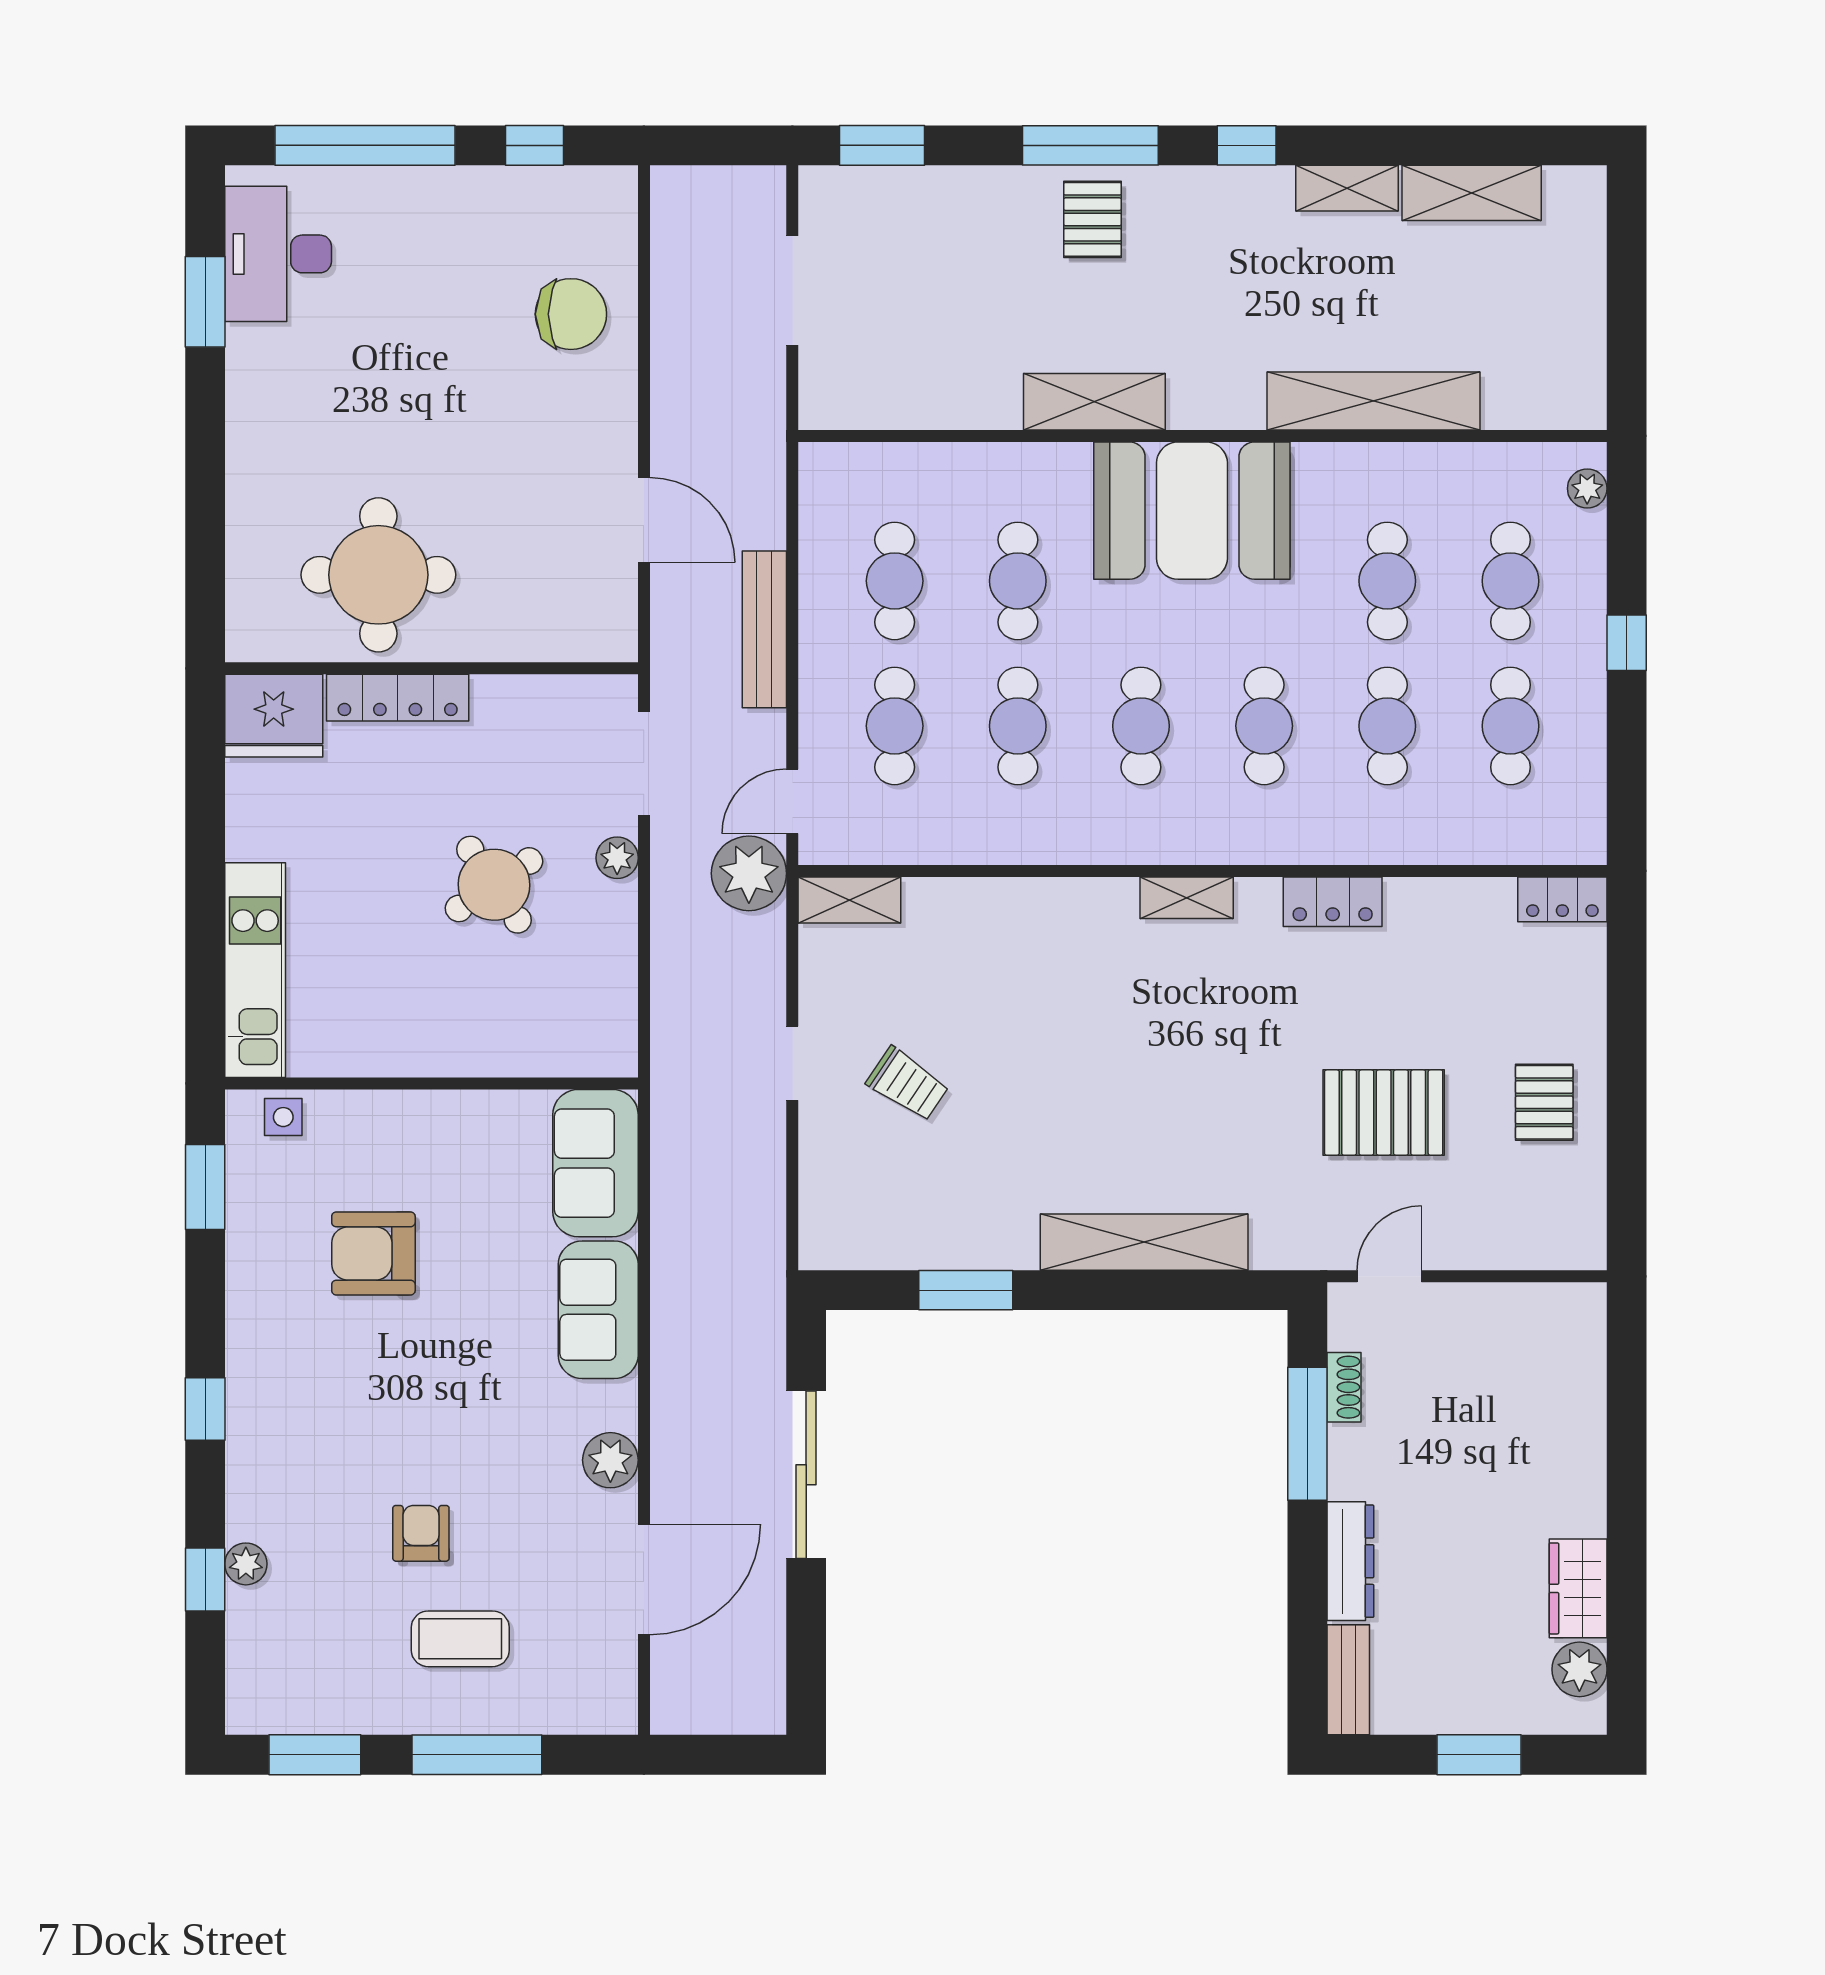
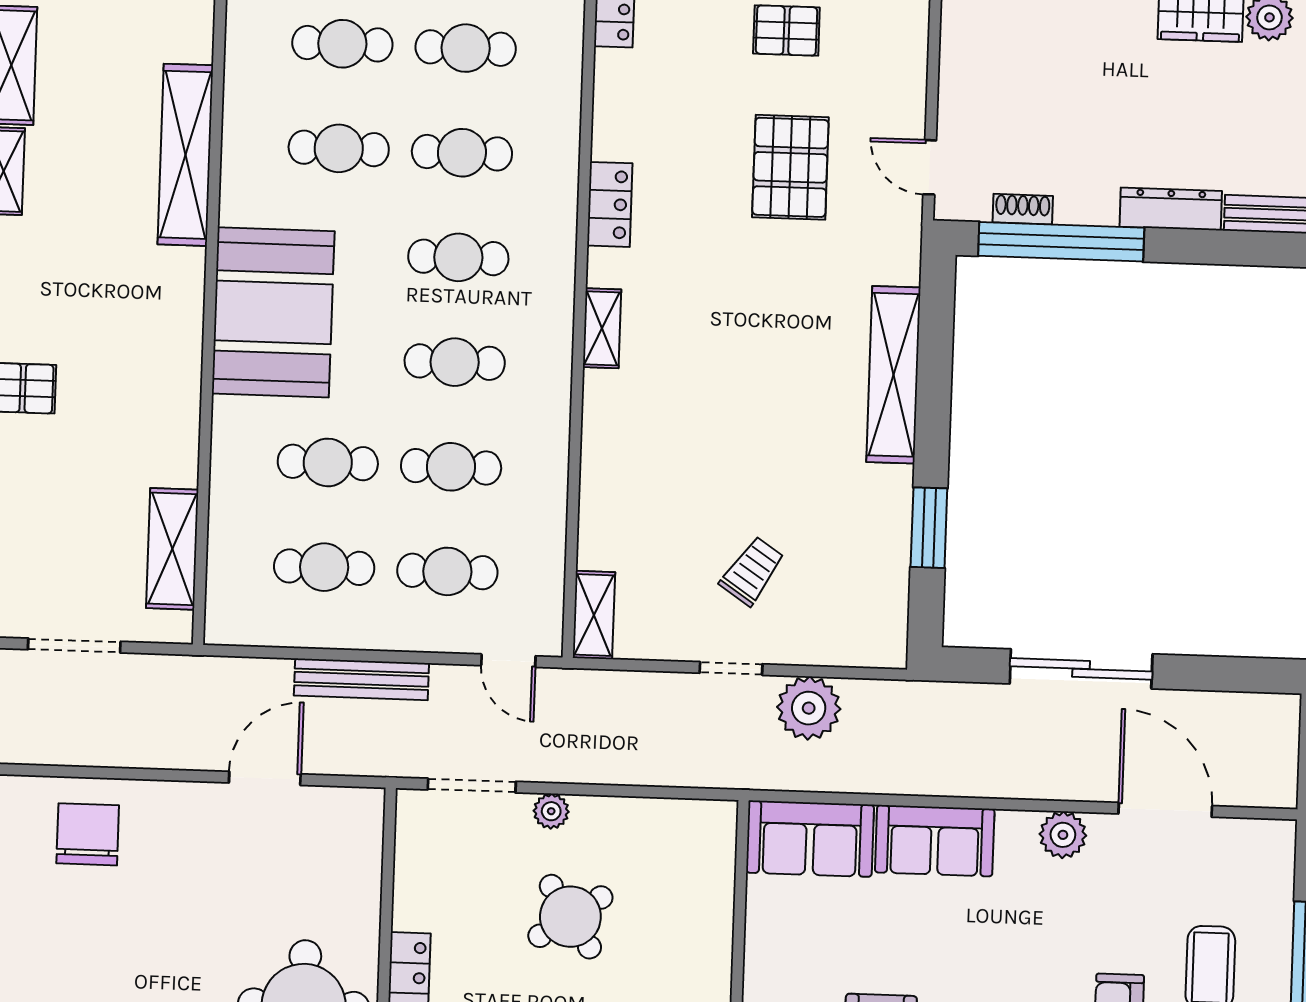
shelving: (1094, 402) -> (172, 549), moved
plant: (749, 873) -> (809, 708), moved
window: (1307, 1434) -> (1061, 242), width x1.46

